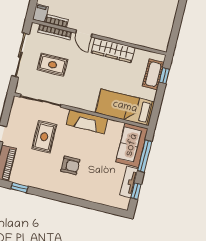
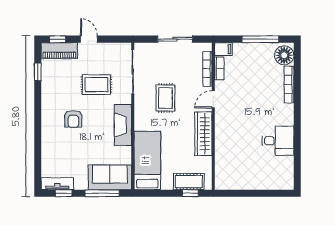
sliding door: (20, 55) -> (175, 39), width x0.73
rug: (53, 65) -> (165, 98), moved
tv unit: (129, 182) -> (57, 184), moved

